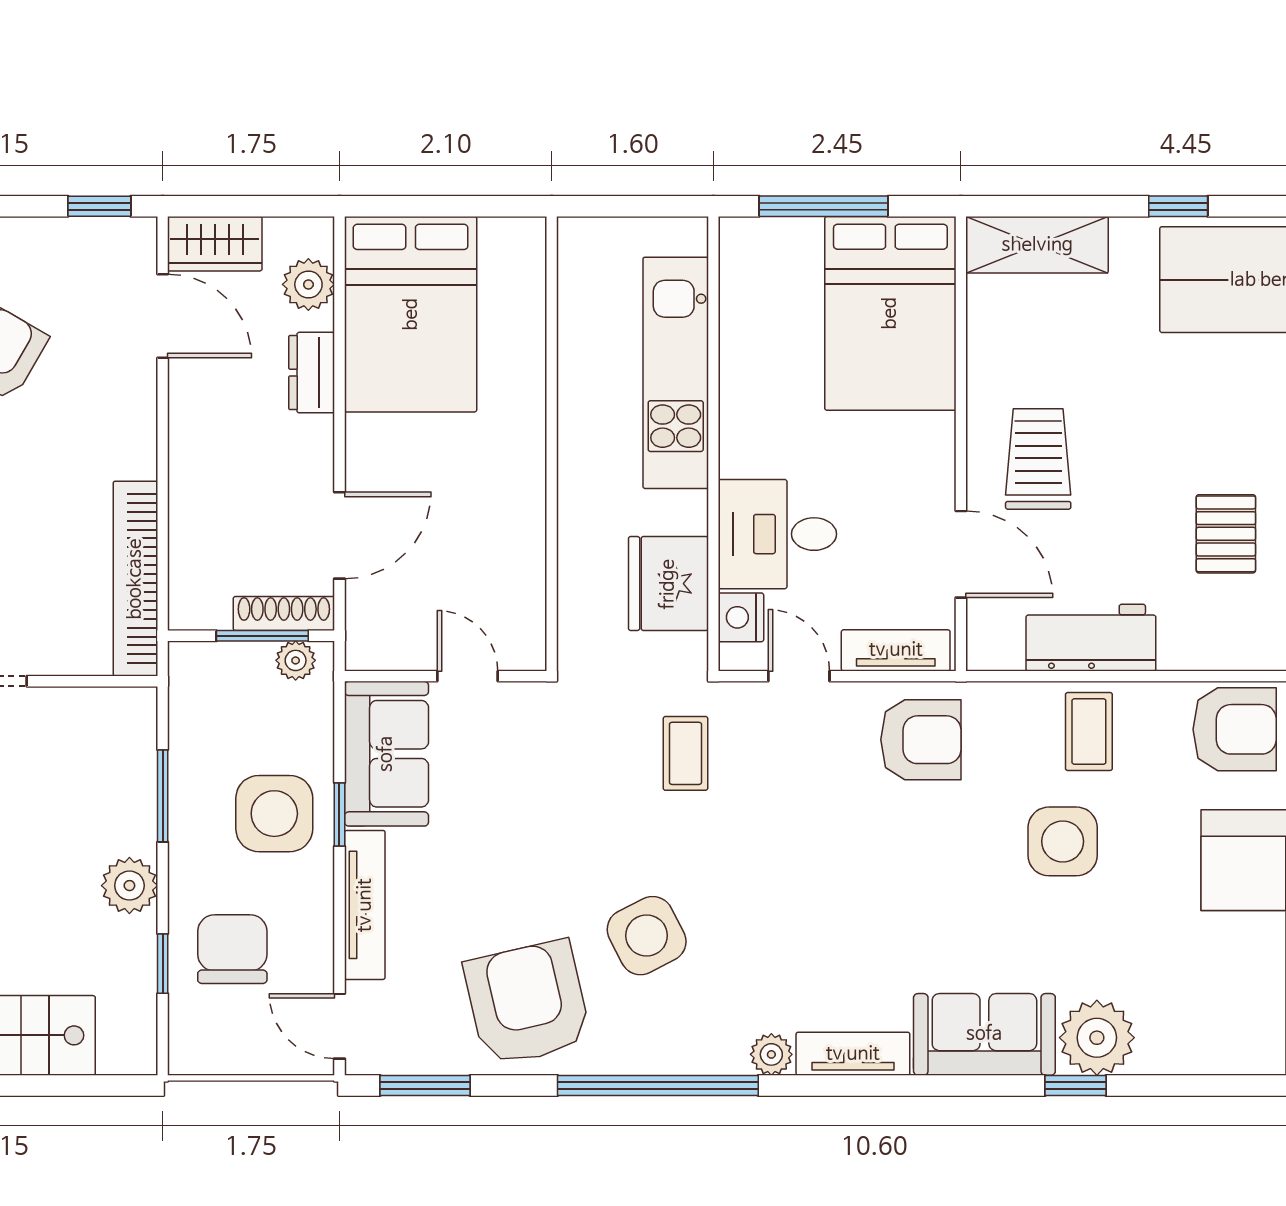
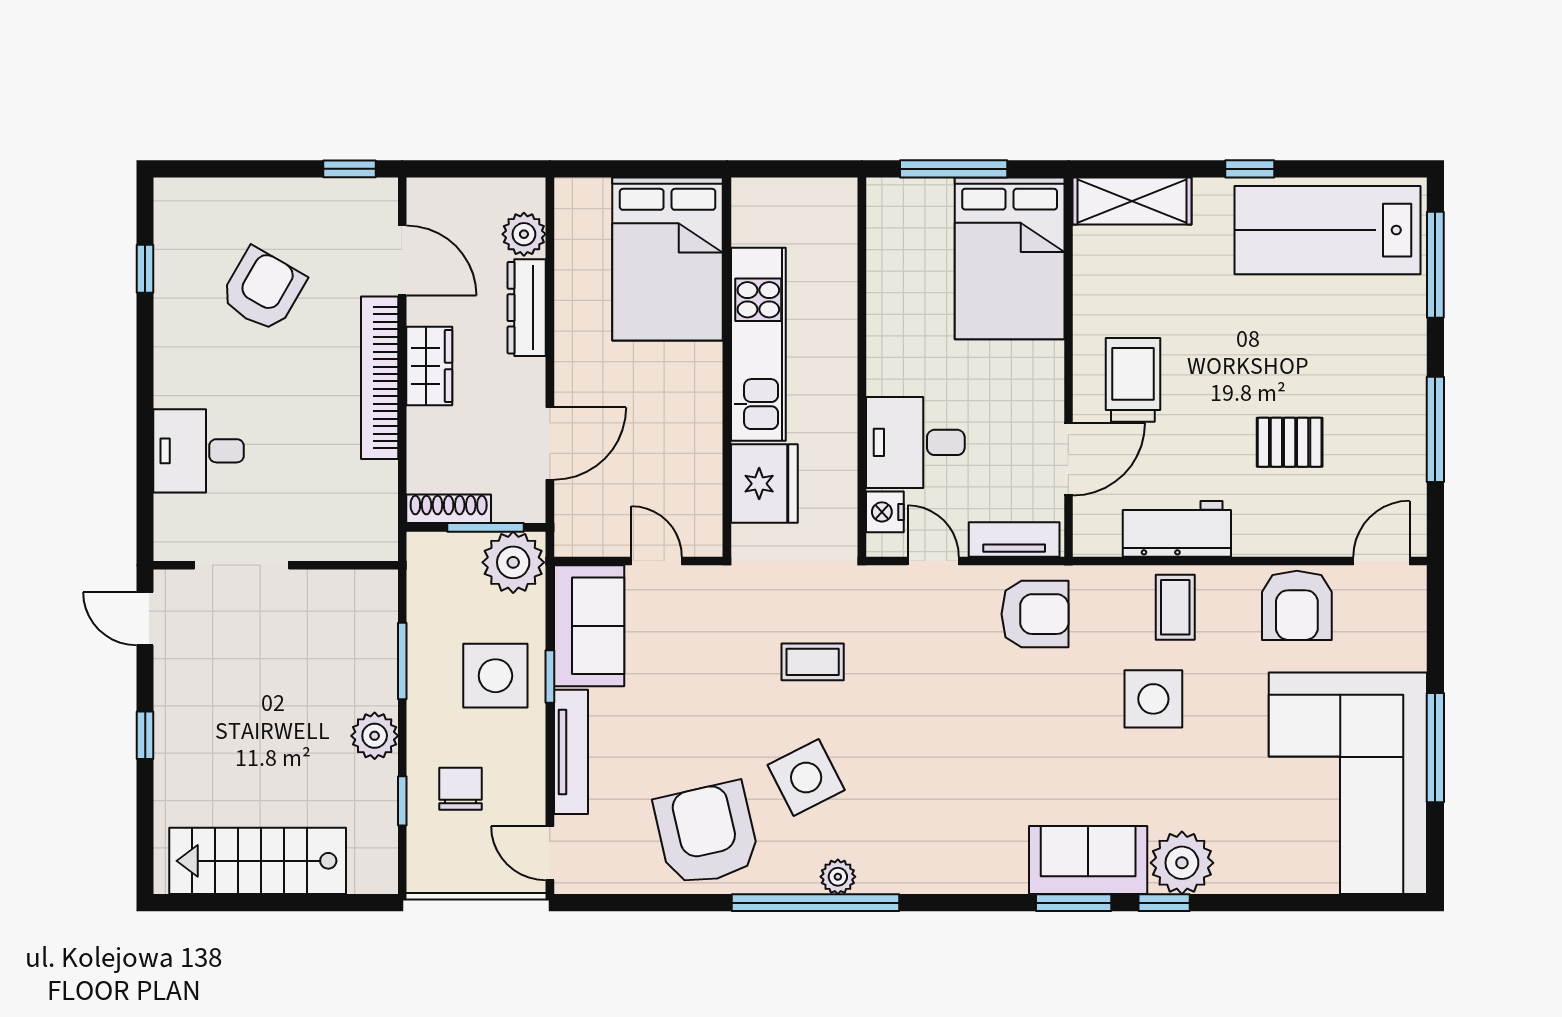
wardrobe: (215, 244) -> (429, 366), moved, turned -90
bed: (411, 314) -> (668, 259), moved
dresser: (312, 373) -> (527, 308), width x1.44
kitchen unit: (676, 373) -> (758, 344), moved, turned 180
pallet: (1226, 534) -> (1290, 442), turned 90
door: (961, 554) -> (1068, 459), hinge flipped
bookcase: (135, 579) -> (380, 378), moved
fridge: (668, 584) -> (764, 484), moved, turned 180
shoe rack: (284, 613) -> (449, 509), moved
plant: (296, 660) -> (513, 562), width x1.87, depth x1.87
armchair: (1235, 729) -> (1297, 605), turned 90
coffee table: (685, 753) -> (813, 662), moved, turned 90
chair: (232, 949) -> (460, 789), width x0.73, depth x0.73
plant: (771, 1054) -> (838, 877), moved
tv unit: (853, 1054) -> (978, 876), removed
window: (425, 1085) -> (1074, 903), moved

